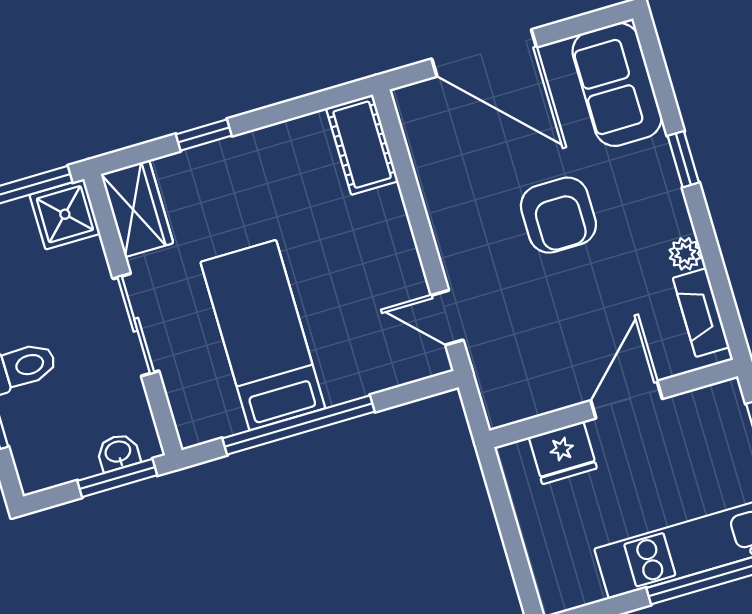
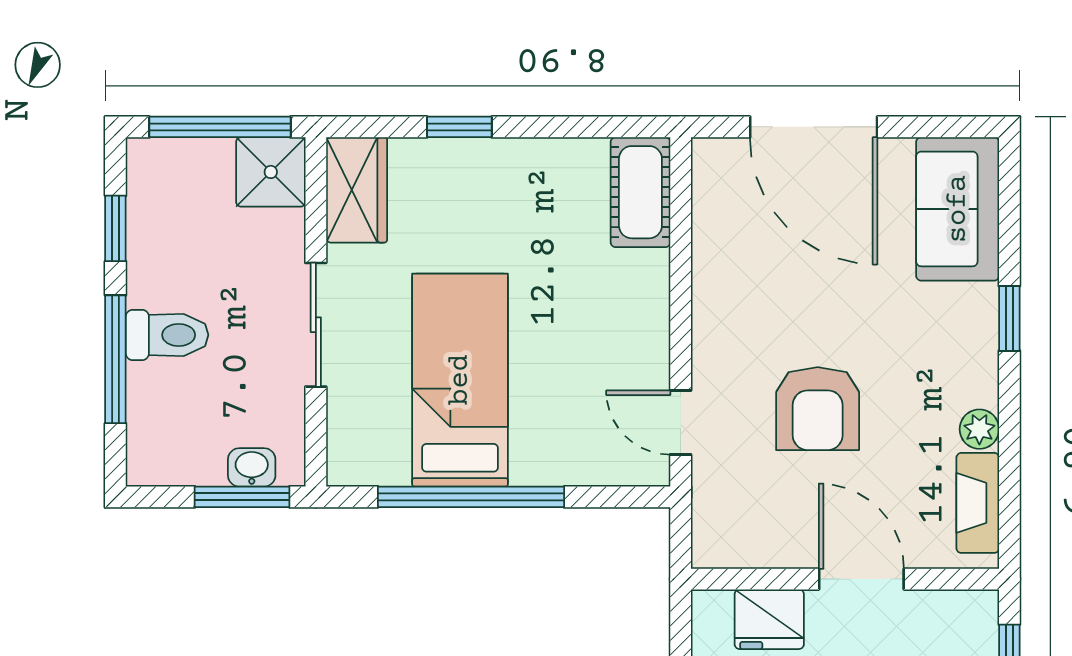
armchair: (558, 215) -> (818, 409), moved
door: (627, 400) -> (861, 579), hinge flipped

